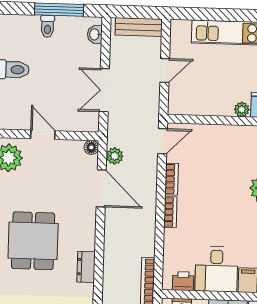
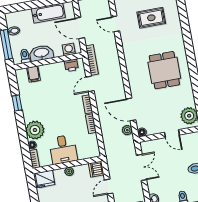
dishwasher: (179, 103) -> (96, 169), added
plant: (242, 109) -> (69, 171), moved
door: (162, 141) -> (90, 84), moved
dresser: (86, 267) -> (130, 62), removed
desk: (216, 269) -> (63, 149), moved, turned 180

